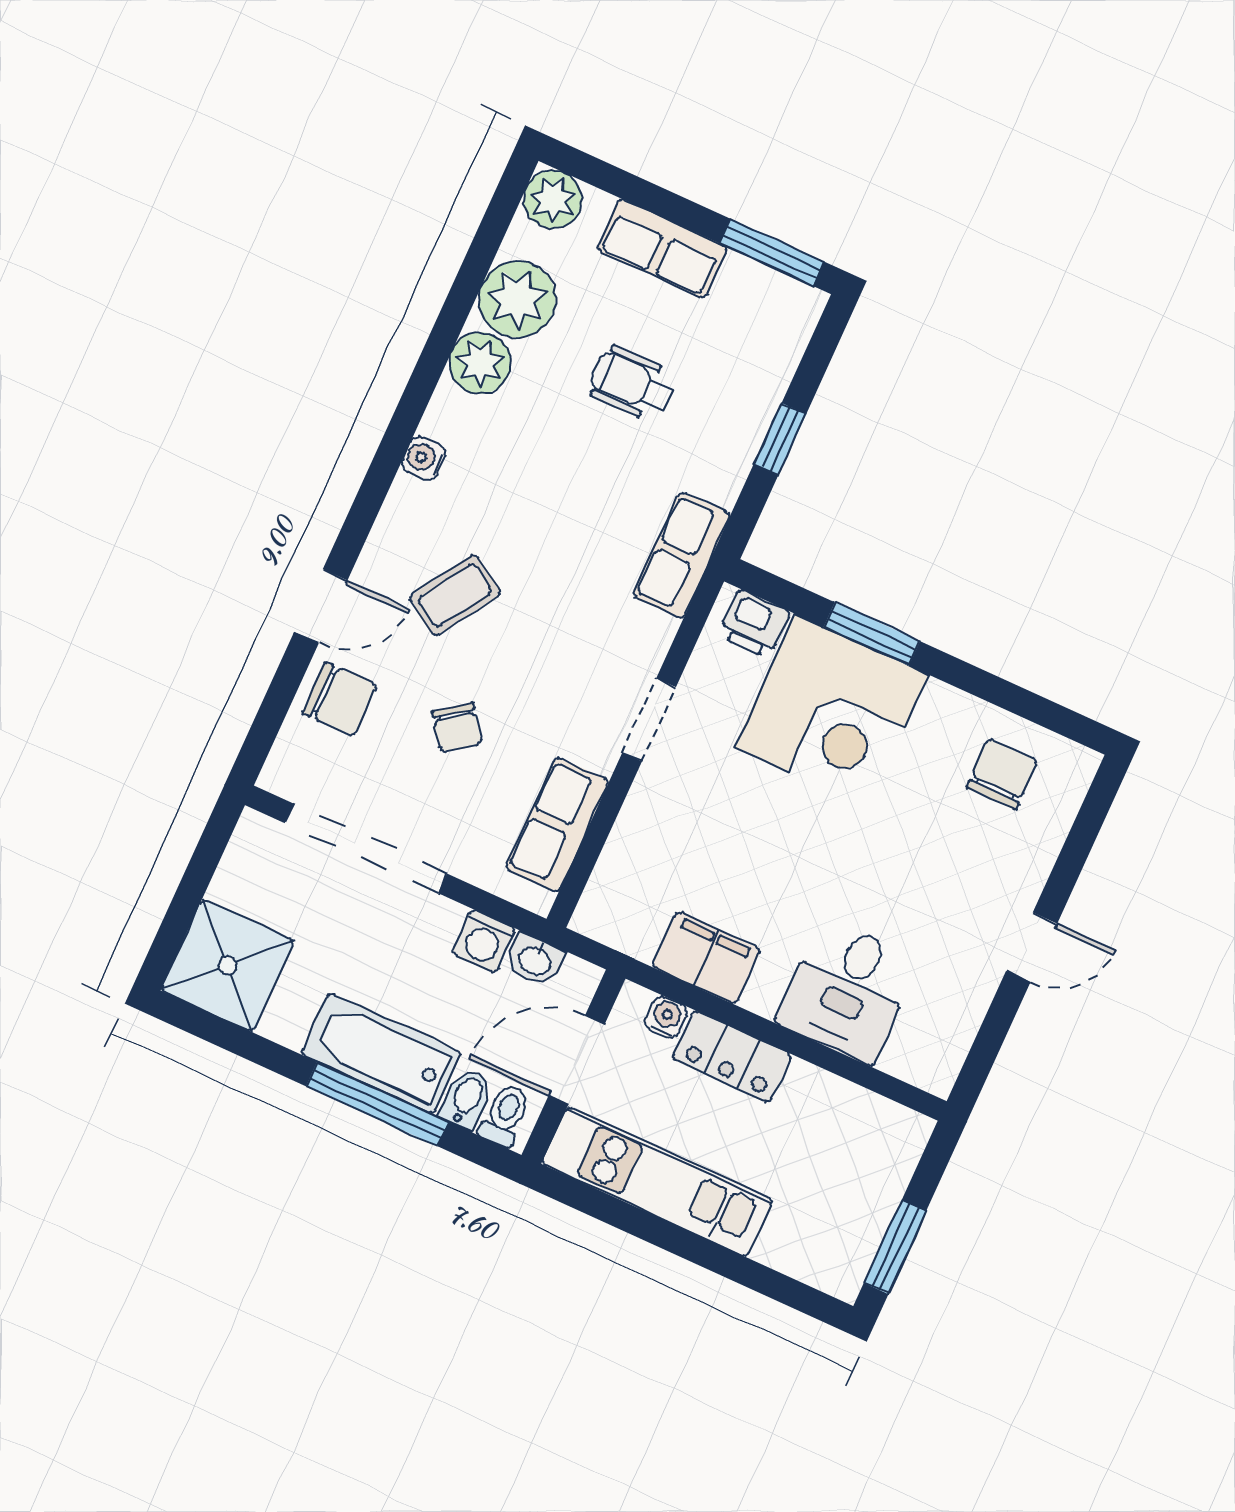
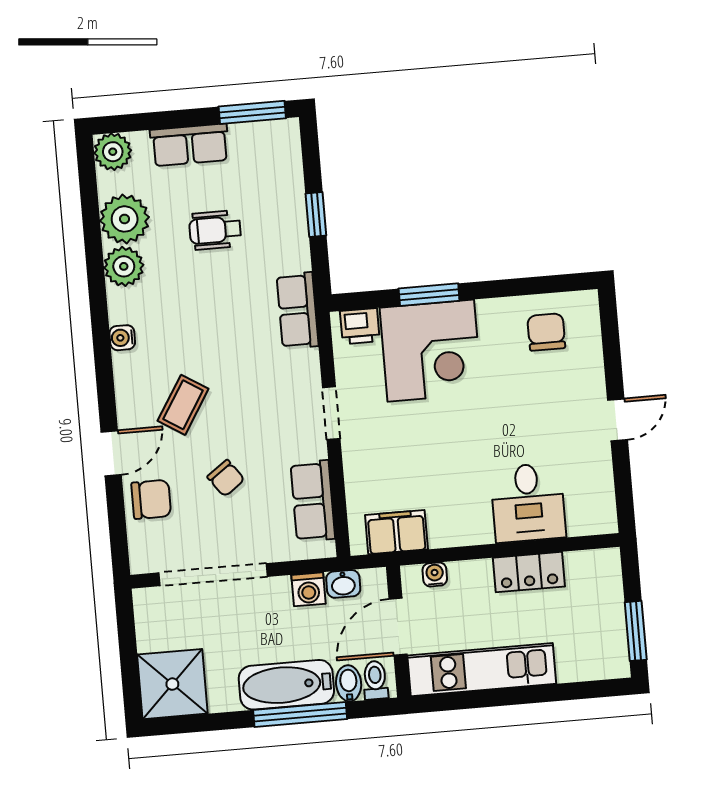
filing cabinet: (706, 958) -> (396, 532), moved
locker: (732, 1057) -> (529, 572), moved

